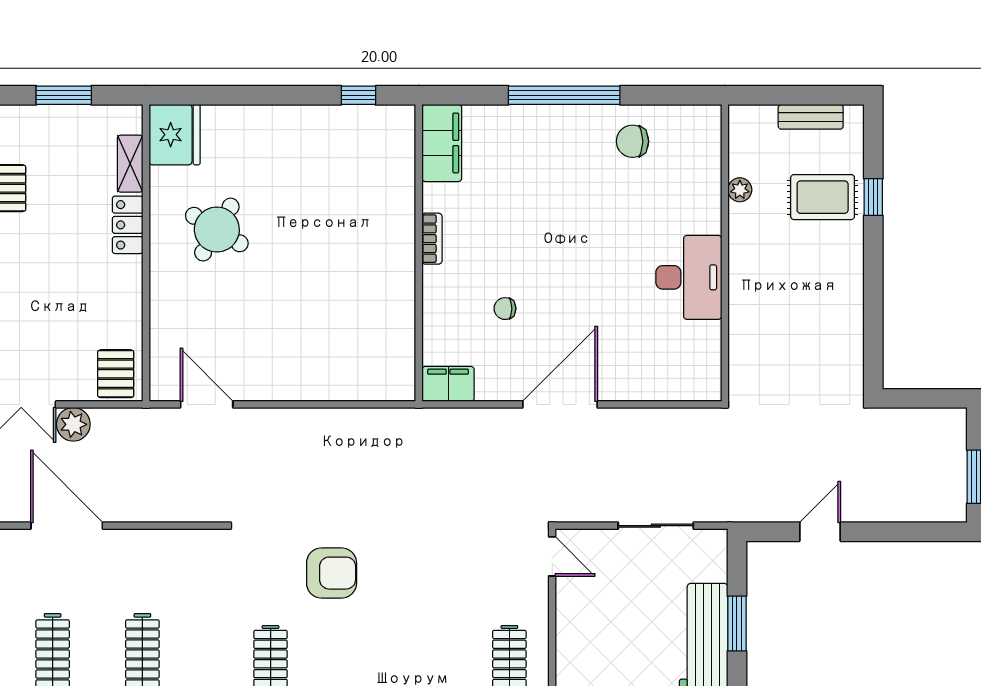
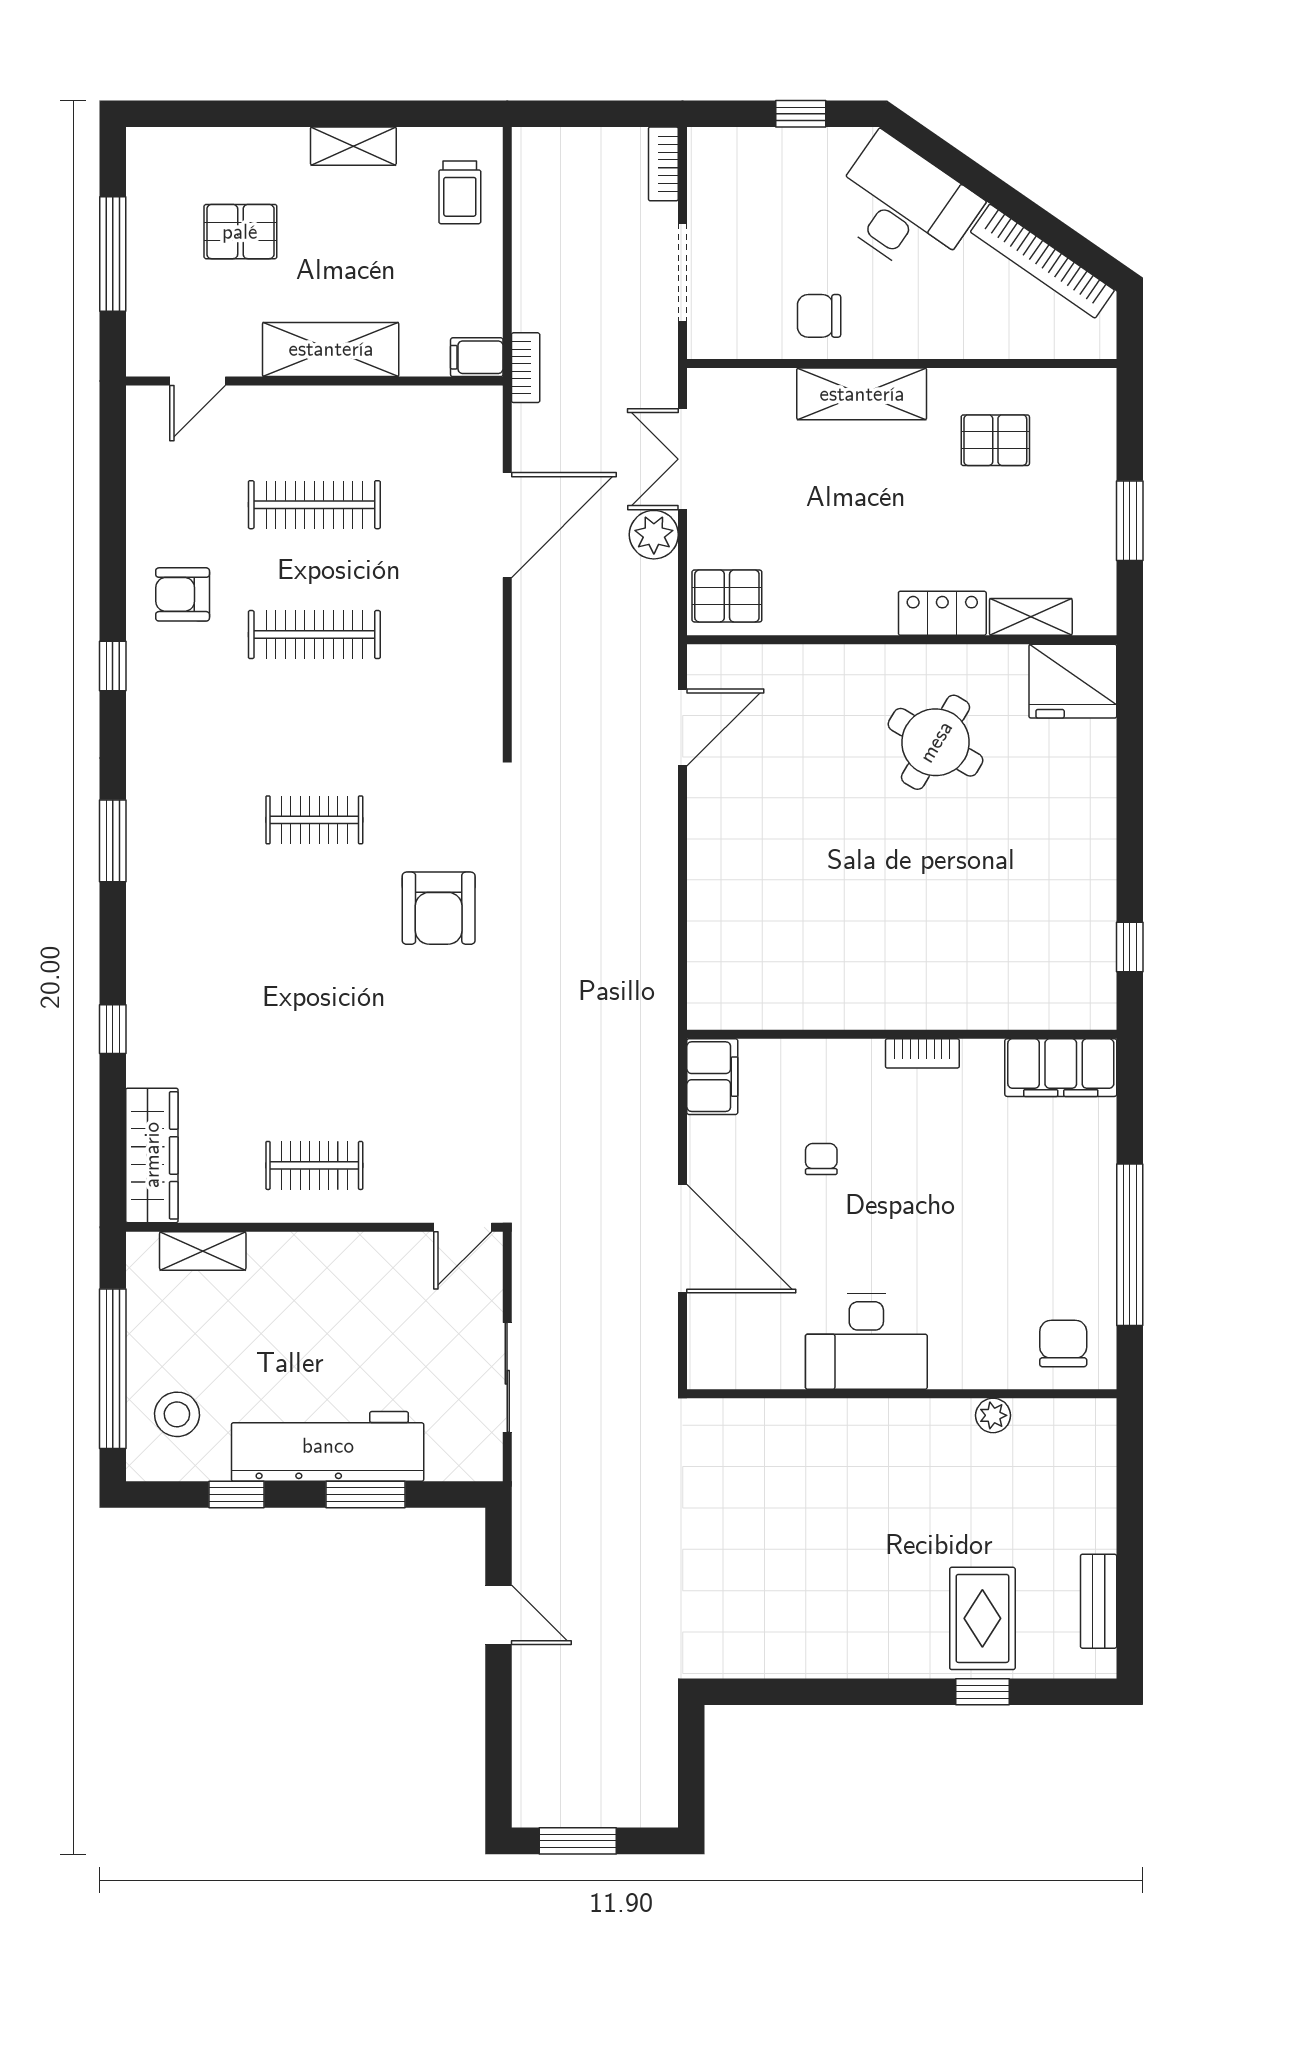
plant: (740, 190) -> (993, 1415), moved
wall: (725, 253) -> (902, 1394), moved
desk: (689, 277) -> (866, 1342), moved

